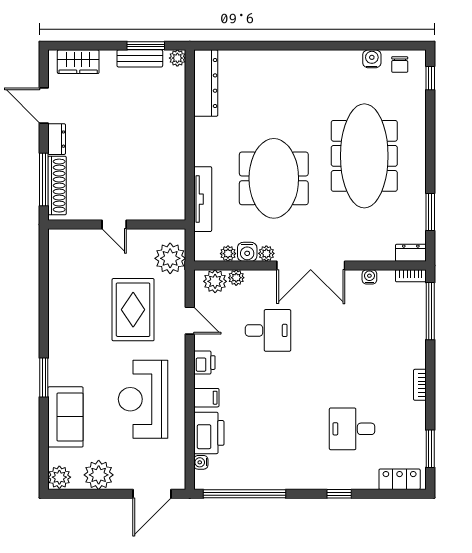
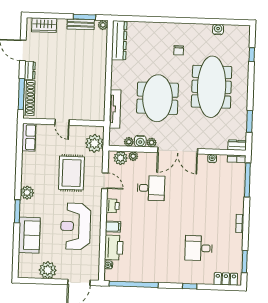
chair: (400, 65) -> (179, 50), moved
window: (430, 78) -> (252, 55), moved
row of seats: (59, 252) -> (29, 137), added
plant: (59, 477) -> (27, 193), moved

